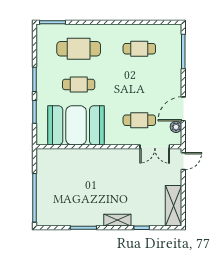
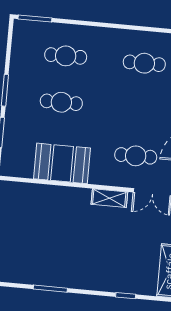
cafe table: (79, 49) -> (66, 56), width x0.73, depth x0.74
booth: (76, 125) -> (62, 163), width x0.73, depth x0.70
shelving: (117, 220) -> (109, 198), moved

